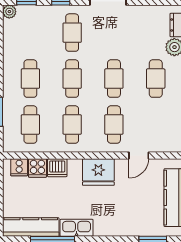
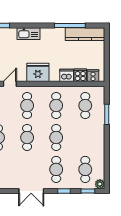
cafe table: (30, 79) -> (85, 169), moved
kitchen sink: (77, 228) -> (28, 34), moved

